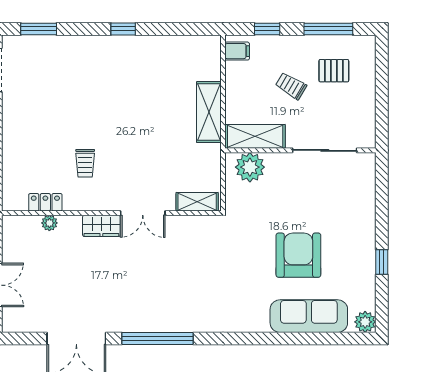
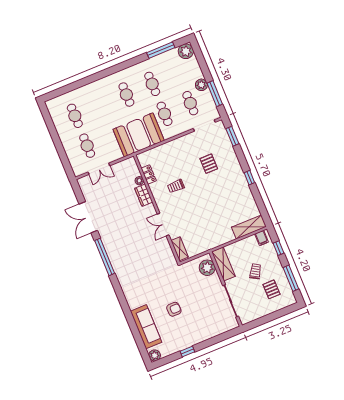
pallet: (70, 90) -> (209, 164), added
shelving: (209, 112) -> (249, 227), moved
wardrobe: (101, 226) -> (144, 195), moved
armchair: (298, 255) -> (174, 309), width x0.53, depth x0.53

